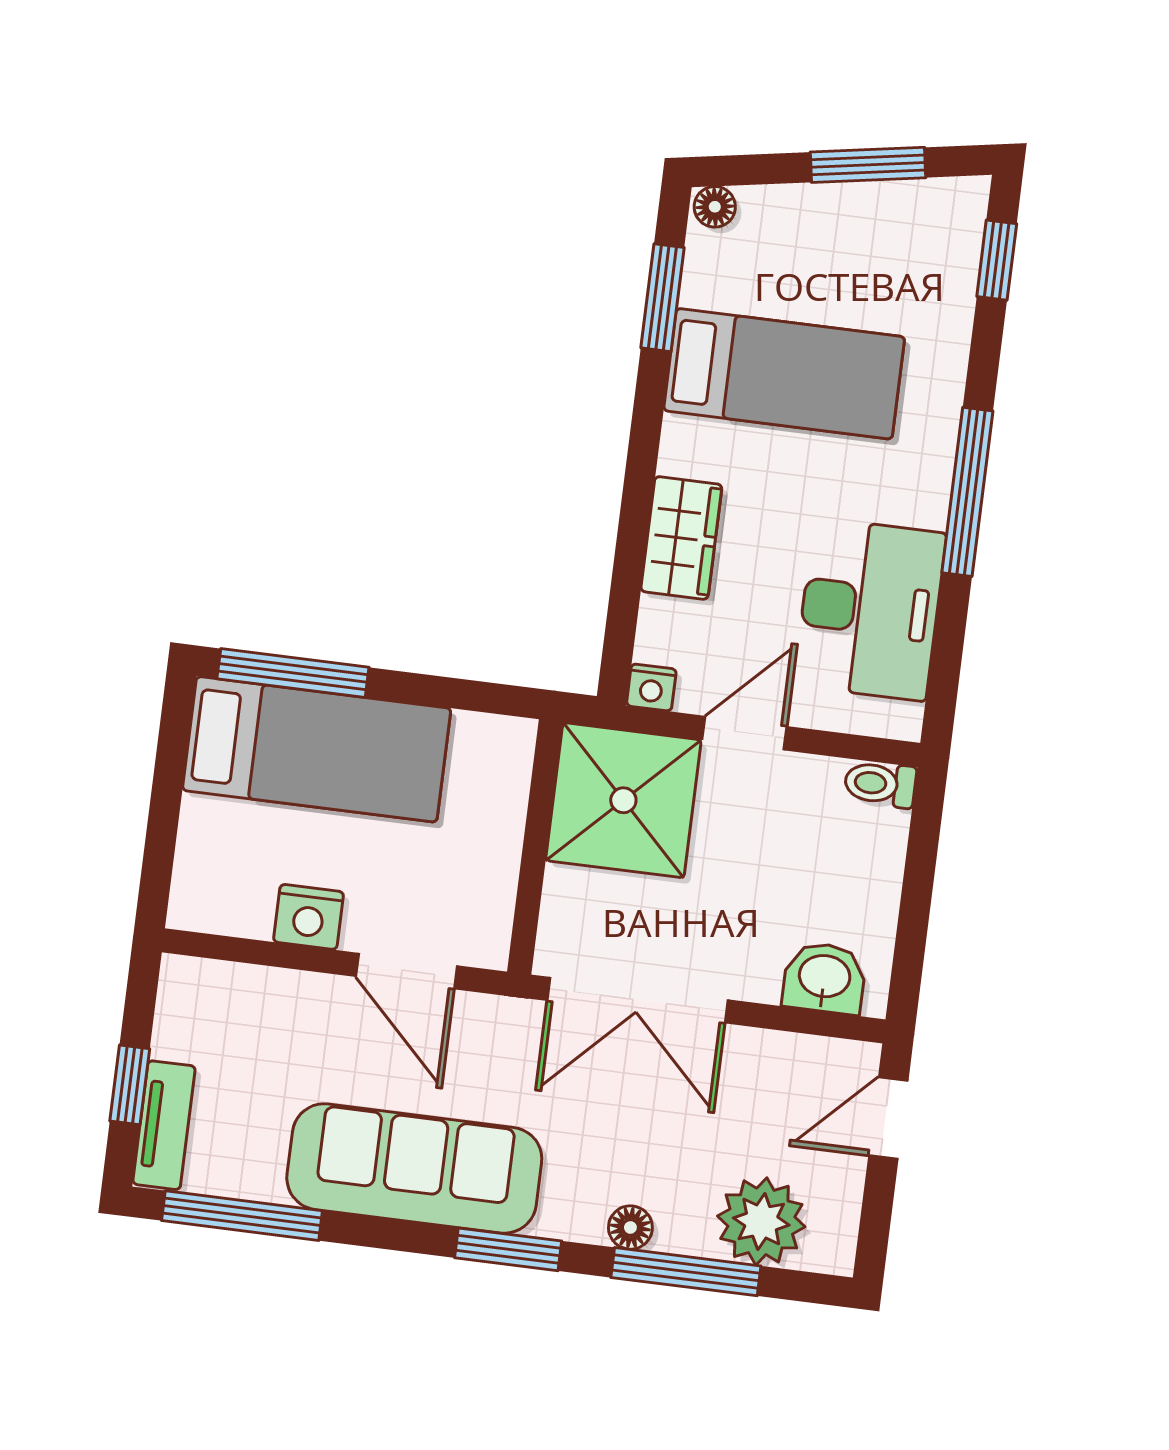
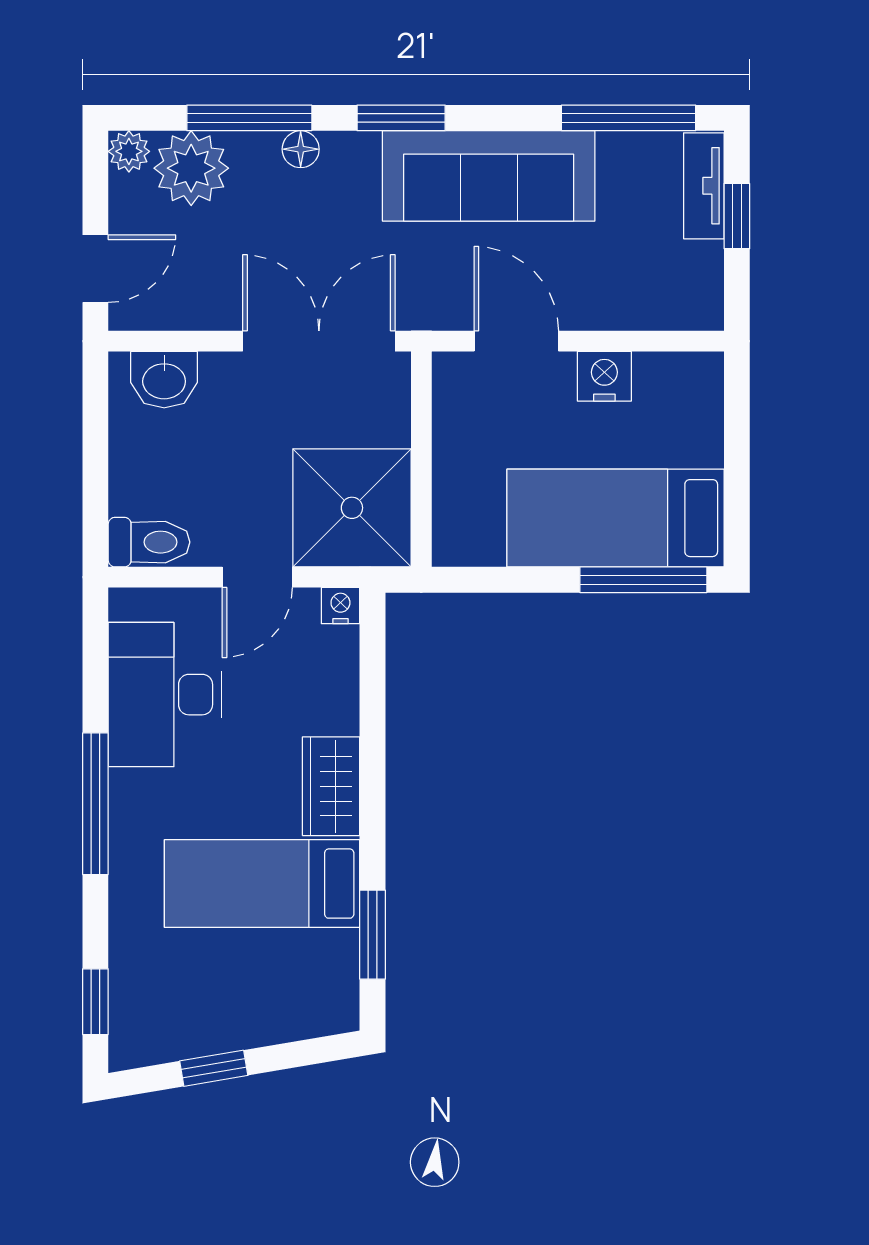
window: (868, 165) -> (214, 1068), width x0.67
floor lamp: (715, 207) -> (338, 1017), removed
wardrobe: (681, 538) -> (331, 786), moved
toilet: (880, 784) -> (149, 542), width x1.37, depth x1.39
plant: (832, 1250) -> (129, 151), added

